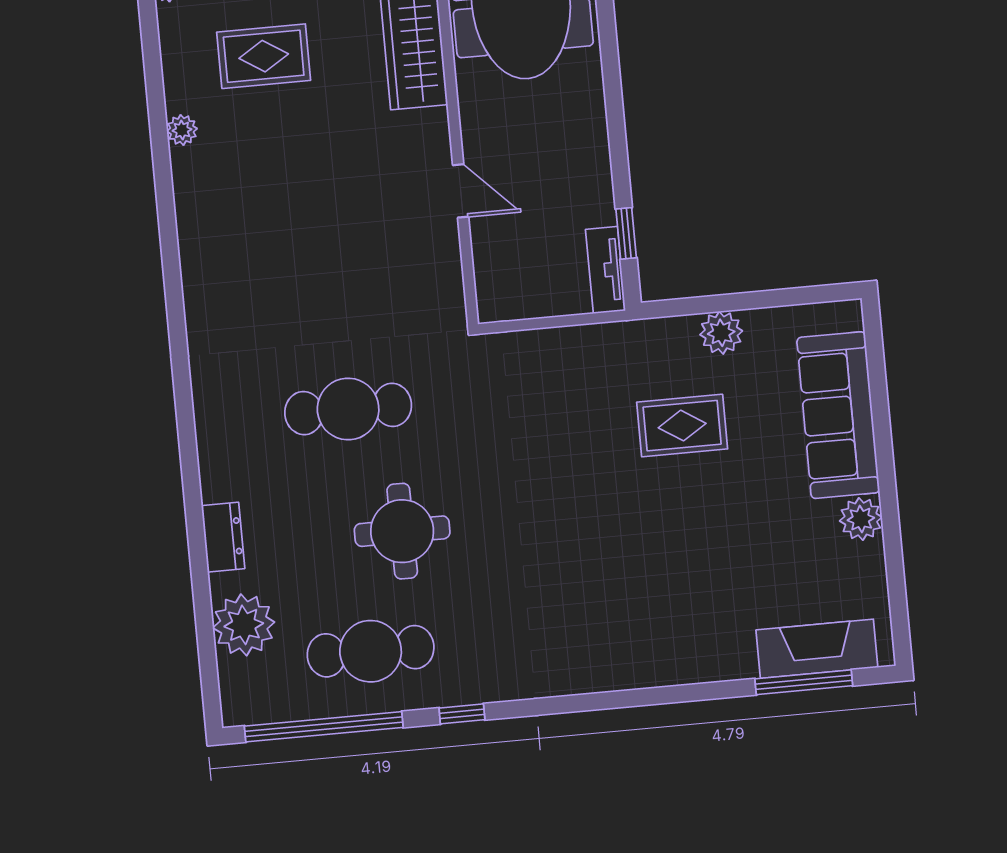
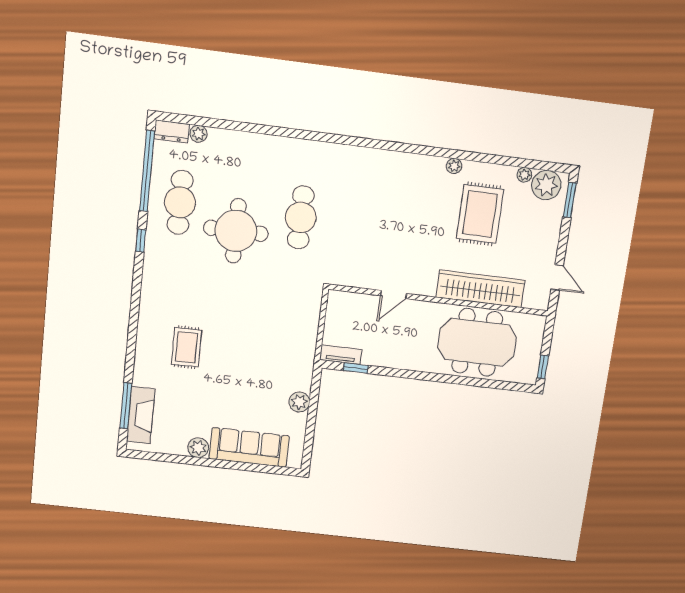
rug: (264, 56) -> (480, 214), width x1.36, depth x1.43
rug: (682, 426) -> (186, 347), moved
round table: (402, 531) -> (236, 231), width x1.36, depth x1.36
dresser: (223, 537) -> (172, 131), moved
plant: (244, 625) -> (199, 134), width x0.53, depth x0.53

